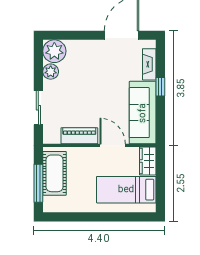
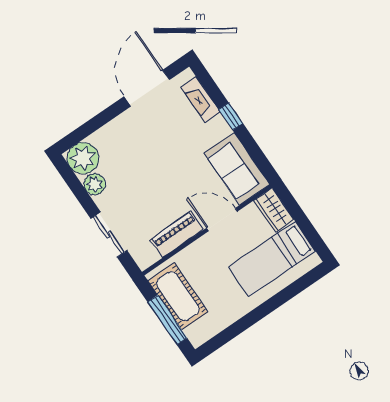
sofa: (143, 113) -> (237, 169), width x0.73

